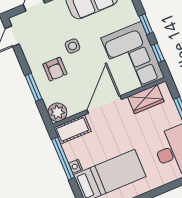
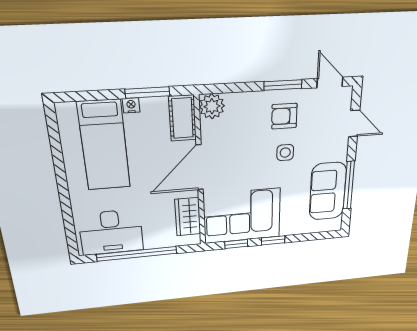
armchair: (55, 69) -> (284, 116), moved
window: (33, 87) -> (283, 85), moved
door: (104, 105) -> (200, 167), swing flipped
window: (63, 158) -> (147, 92), width x0.69

